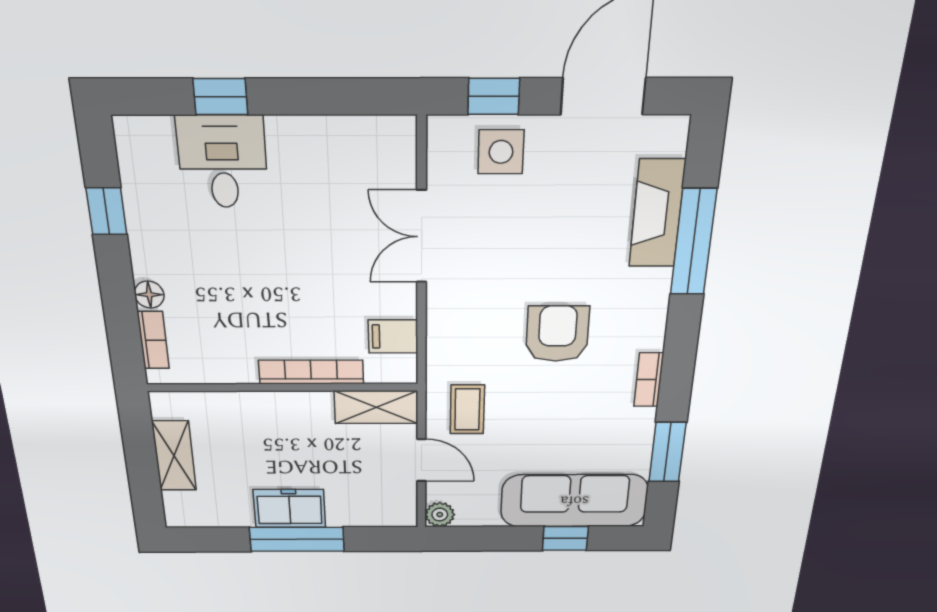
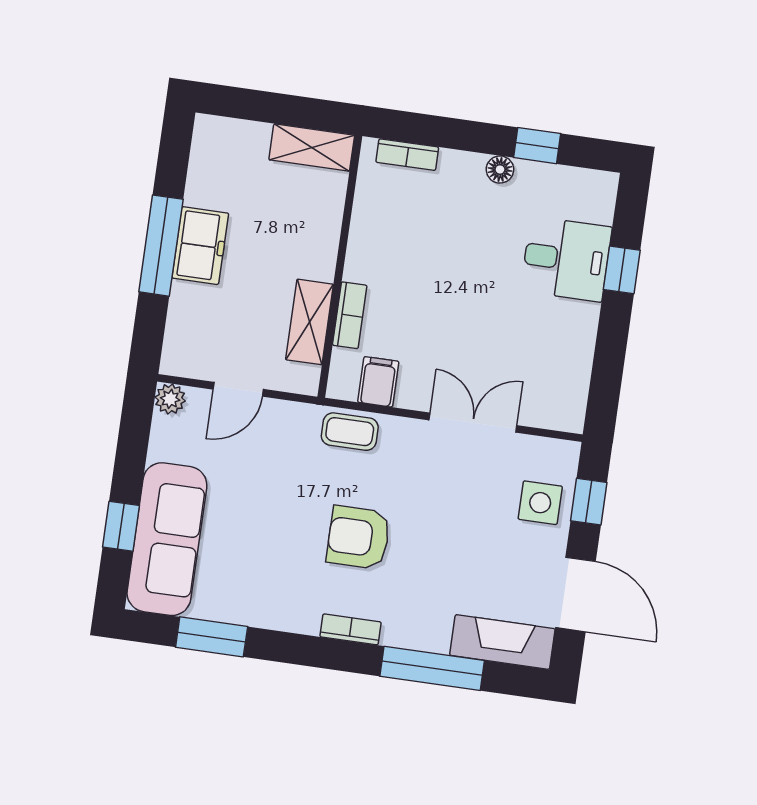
fireplace: (657, 213) -> (502, 642), moved
floor lamp: (149, 295) -> (500, 170), moved
armchair: (557, 334) -> (358, 537), turned 180
bookcase: (311, 372) -> (350, 315), width x0.64
bookcase: (649, 380) -> (351, 629), moved
shelving: (376, 407) -> (309, 322), moved
coffee table: (467, 409) -> (350, 432), moved
shelving: (174, 456) -> (312, 147), moved

